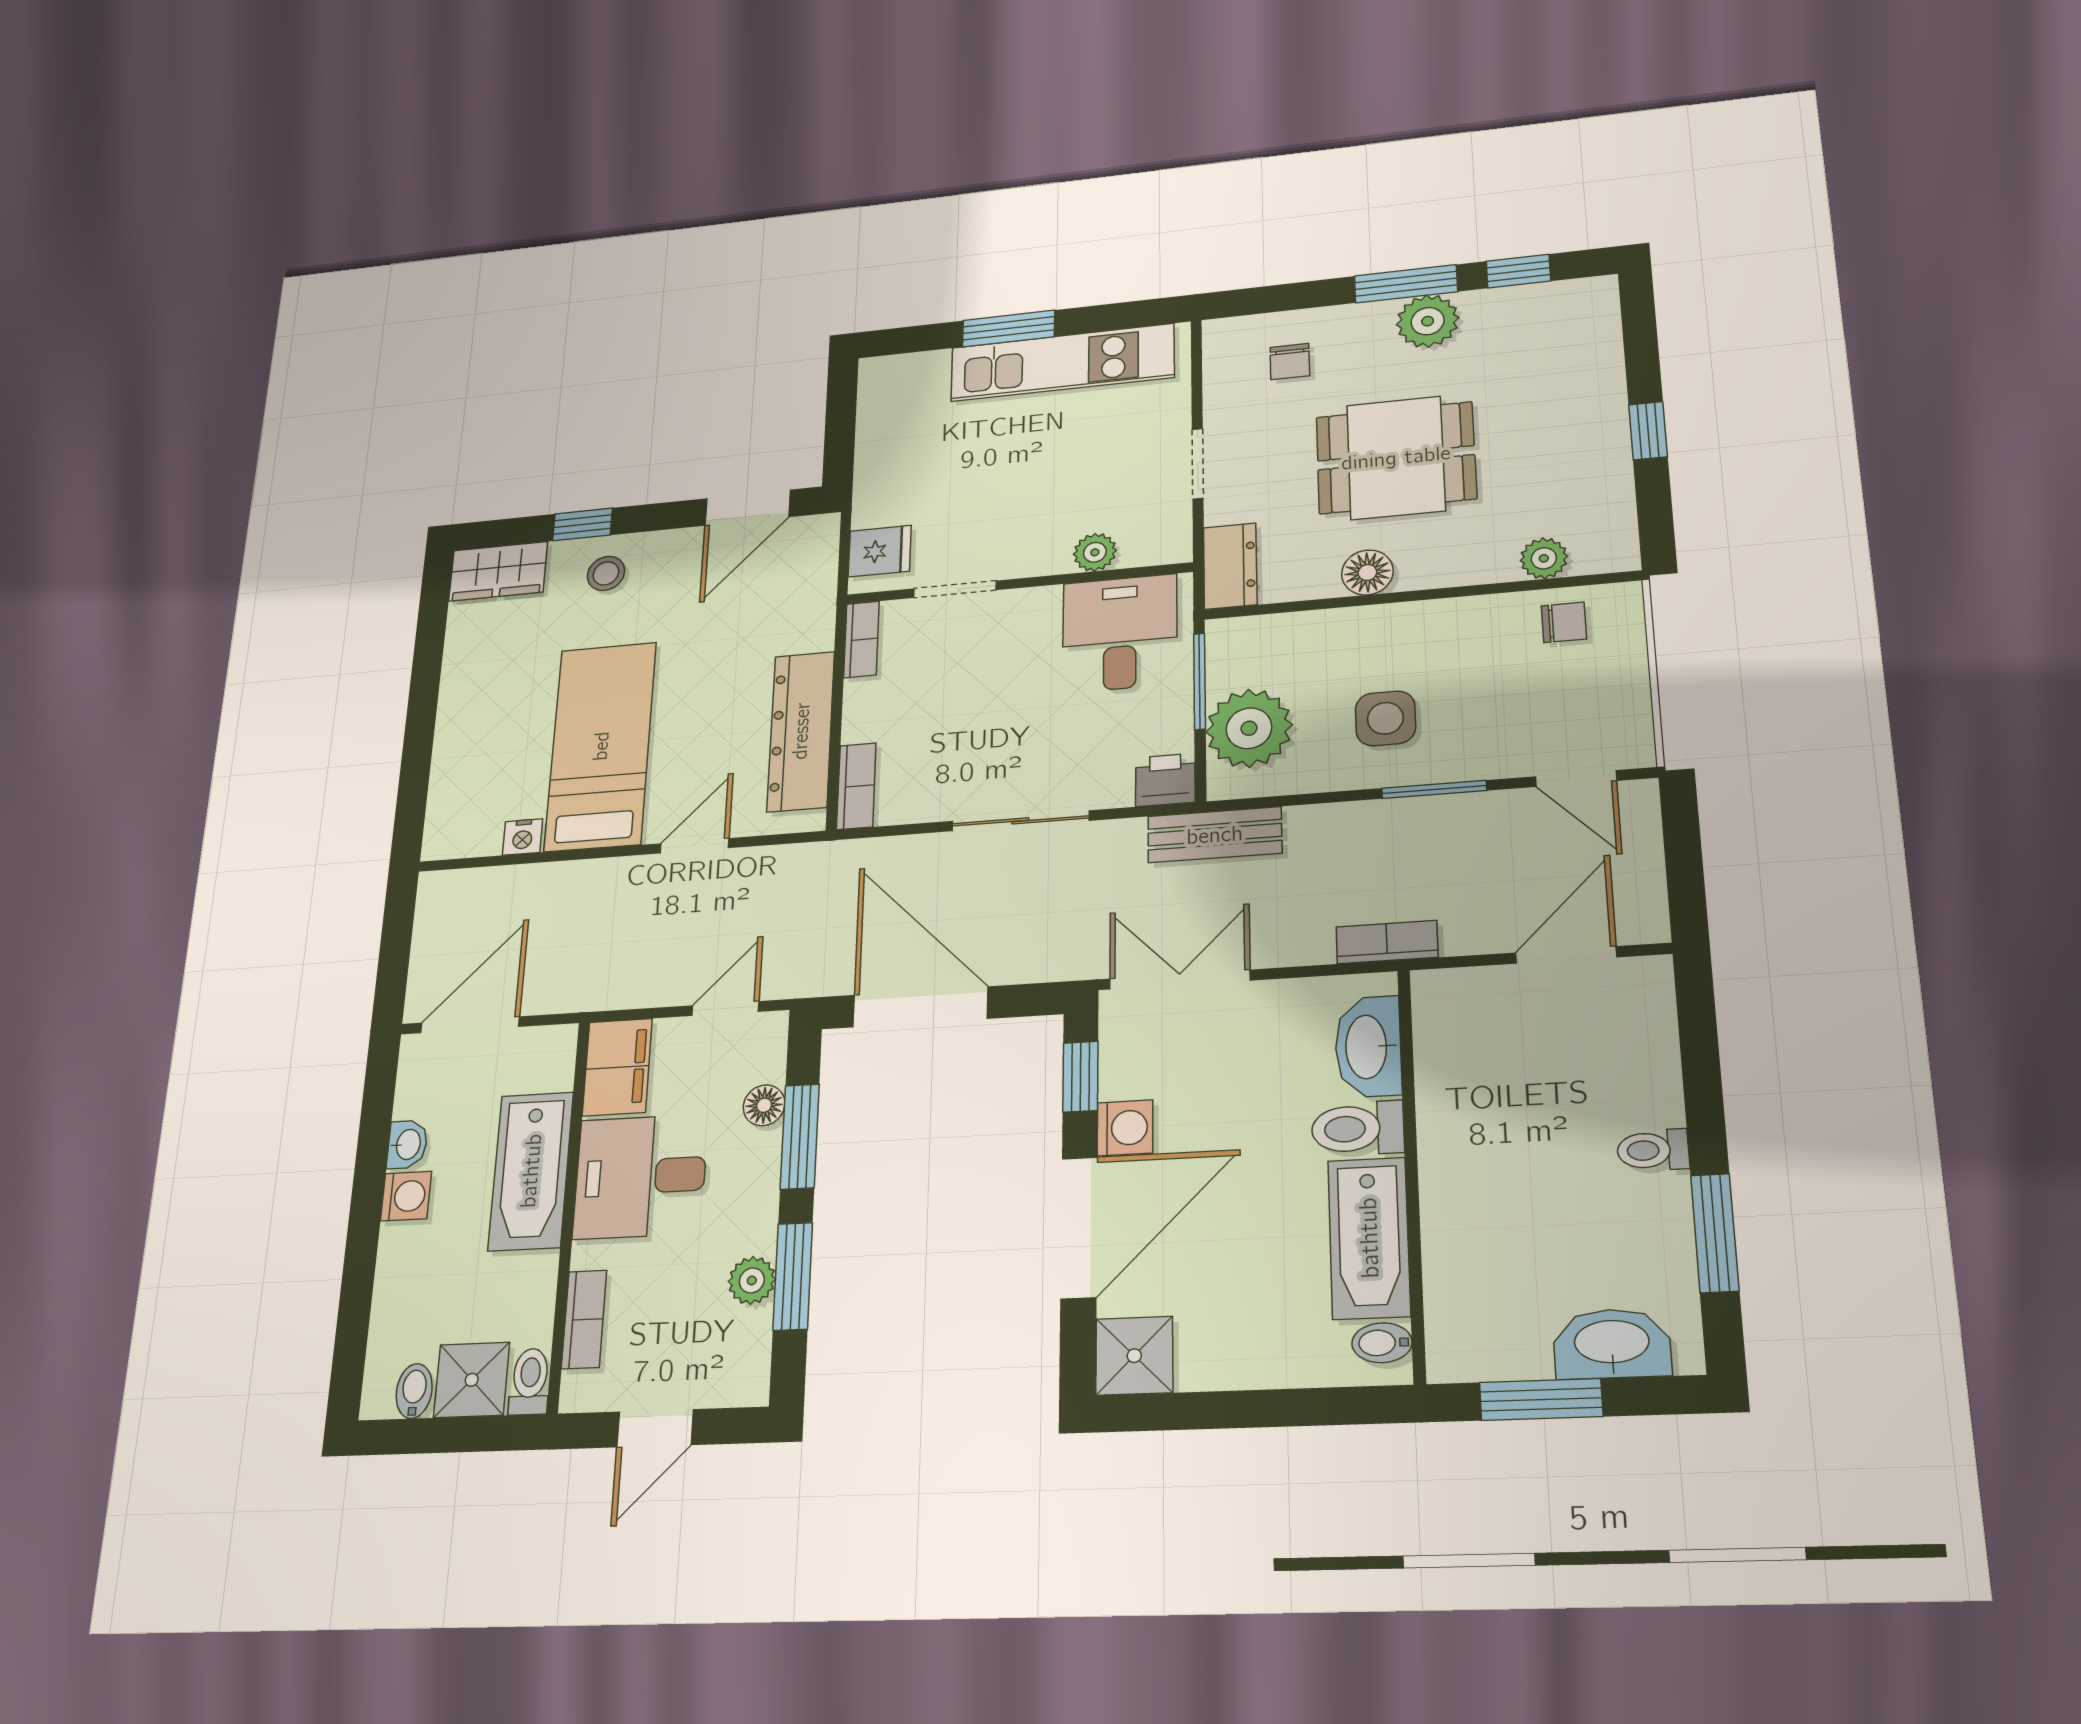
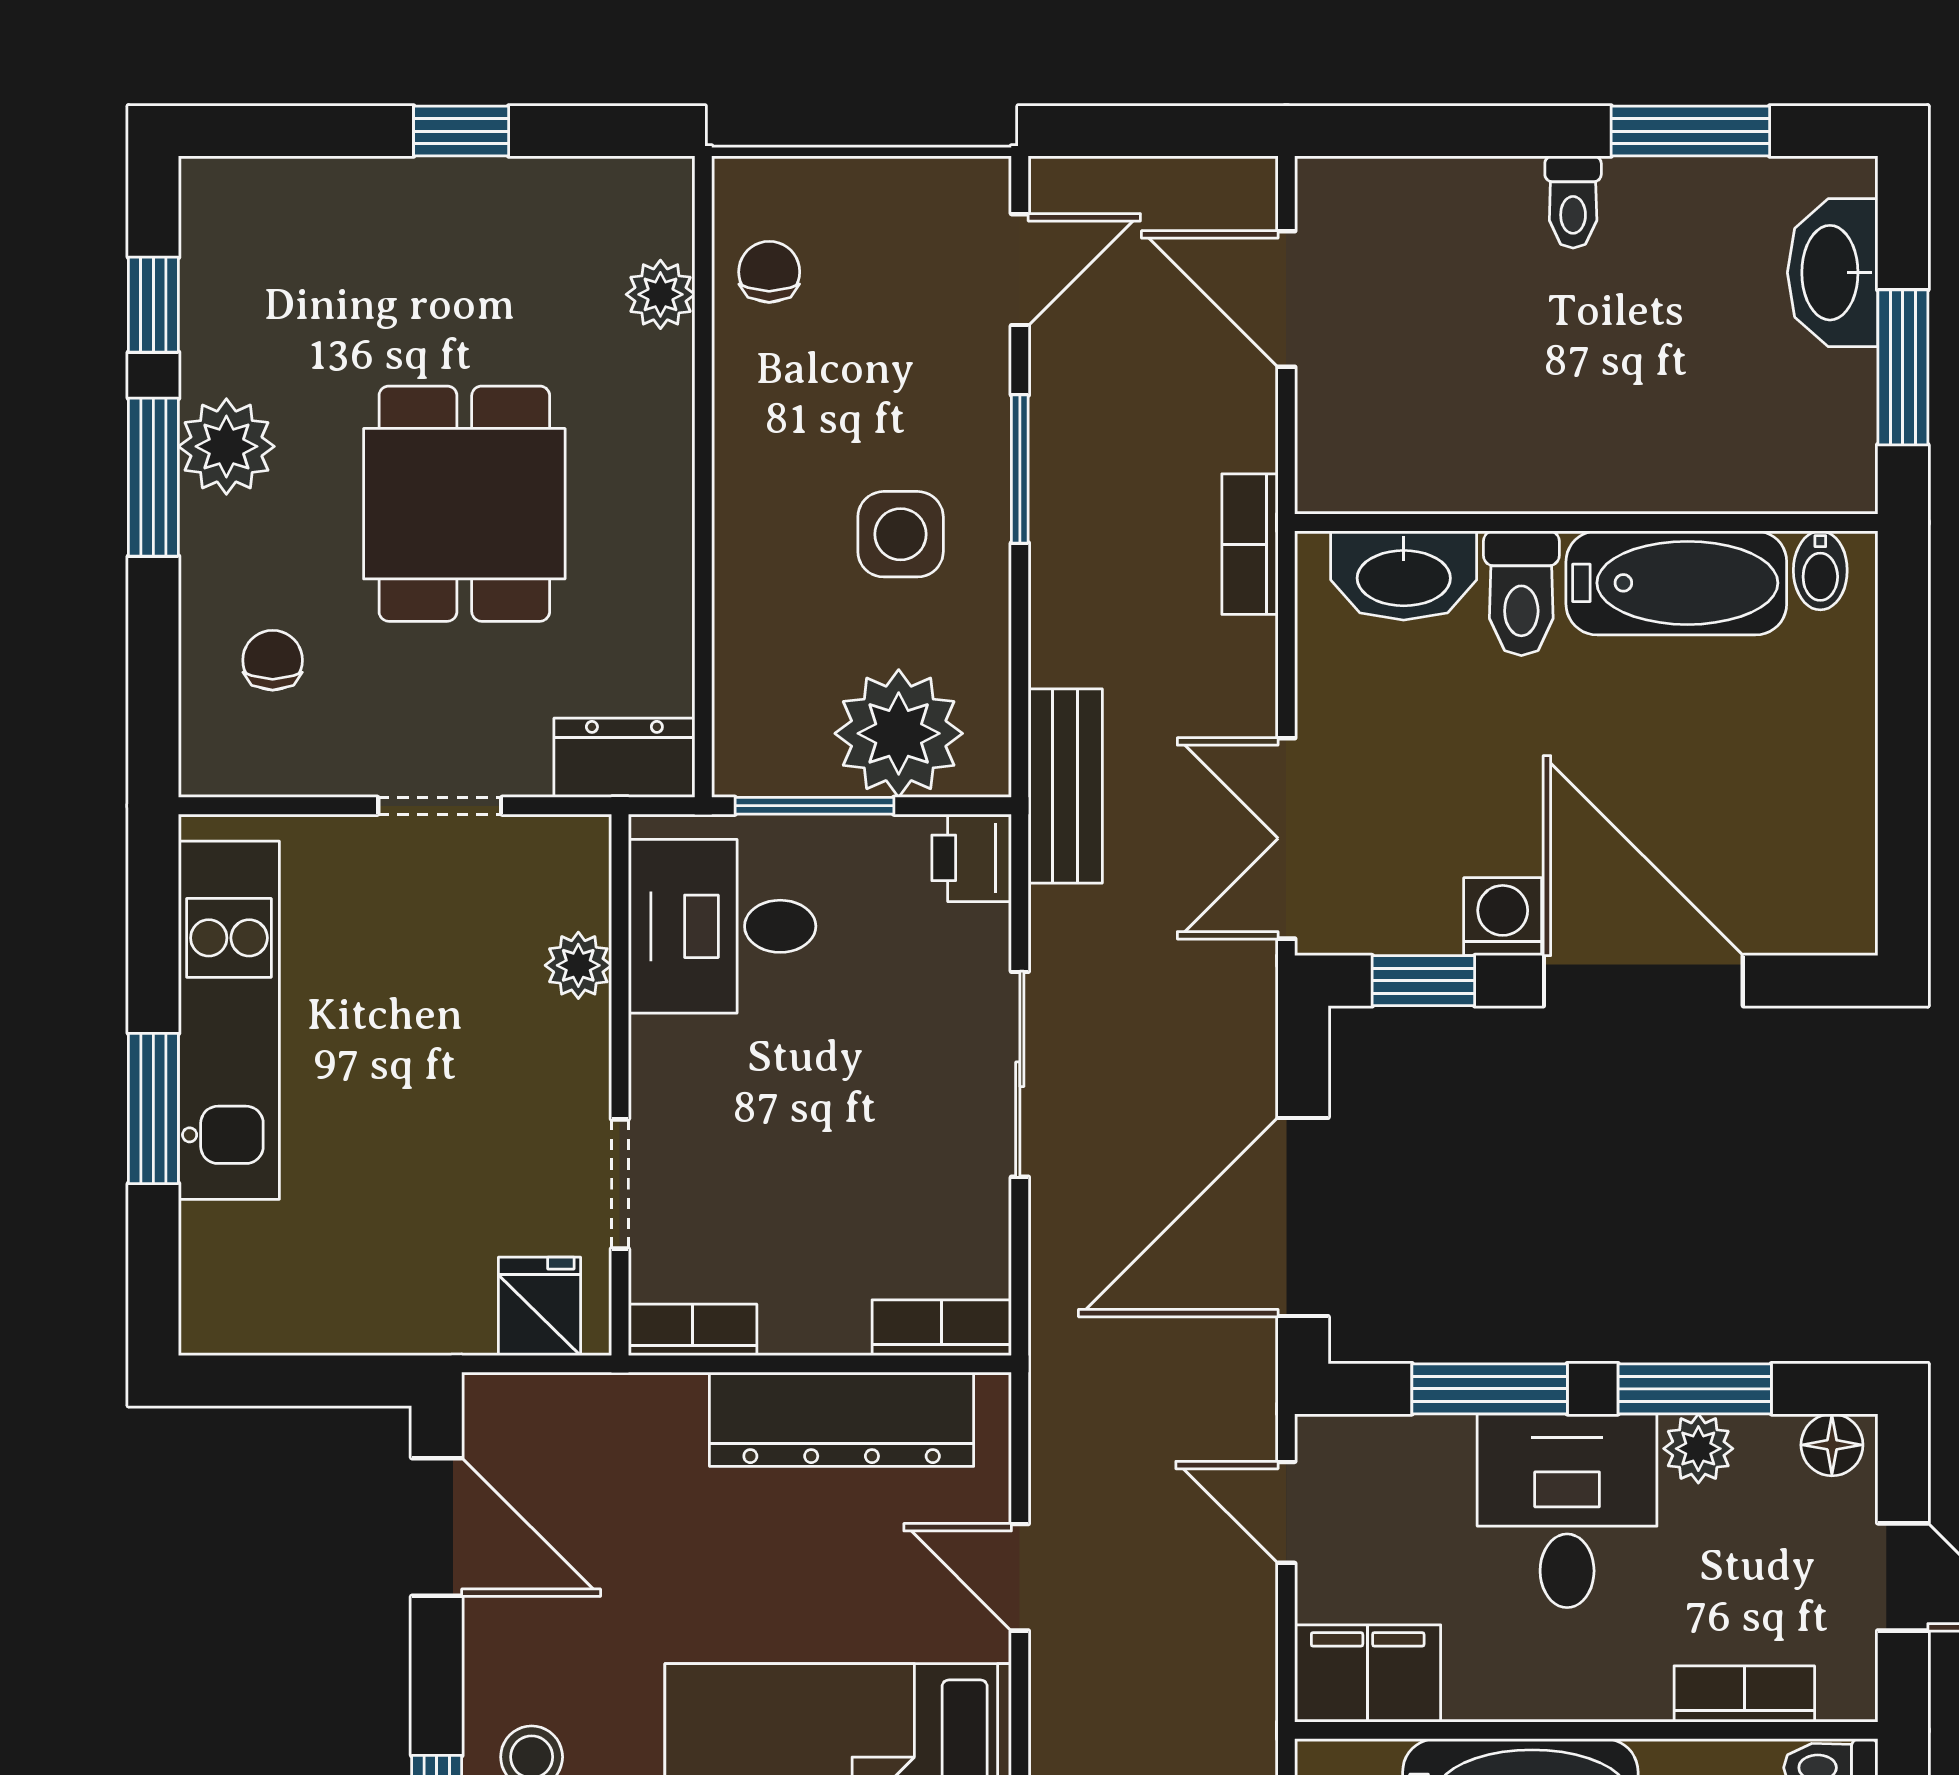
chair: (1290, 361) -> (273, 660), turned -90
floor lamp: (1367, 572) -> (657, 553), removed
floor lamp: (764, 1105) -> (1832, 1445), moved
desk: (640, 1176) -> (1567, 1511), moved, turned 180
shower: (1134, 1356) -> (1825, 903), removed

